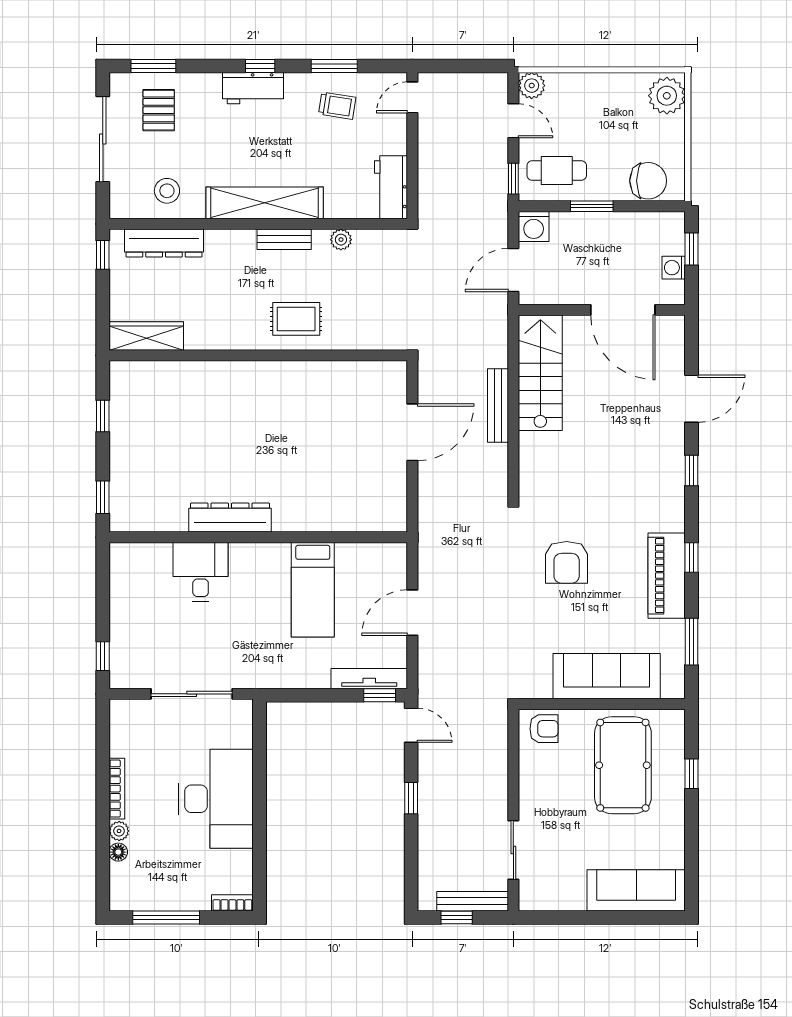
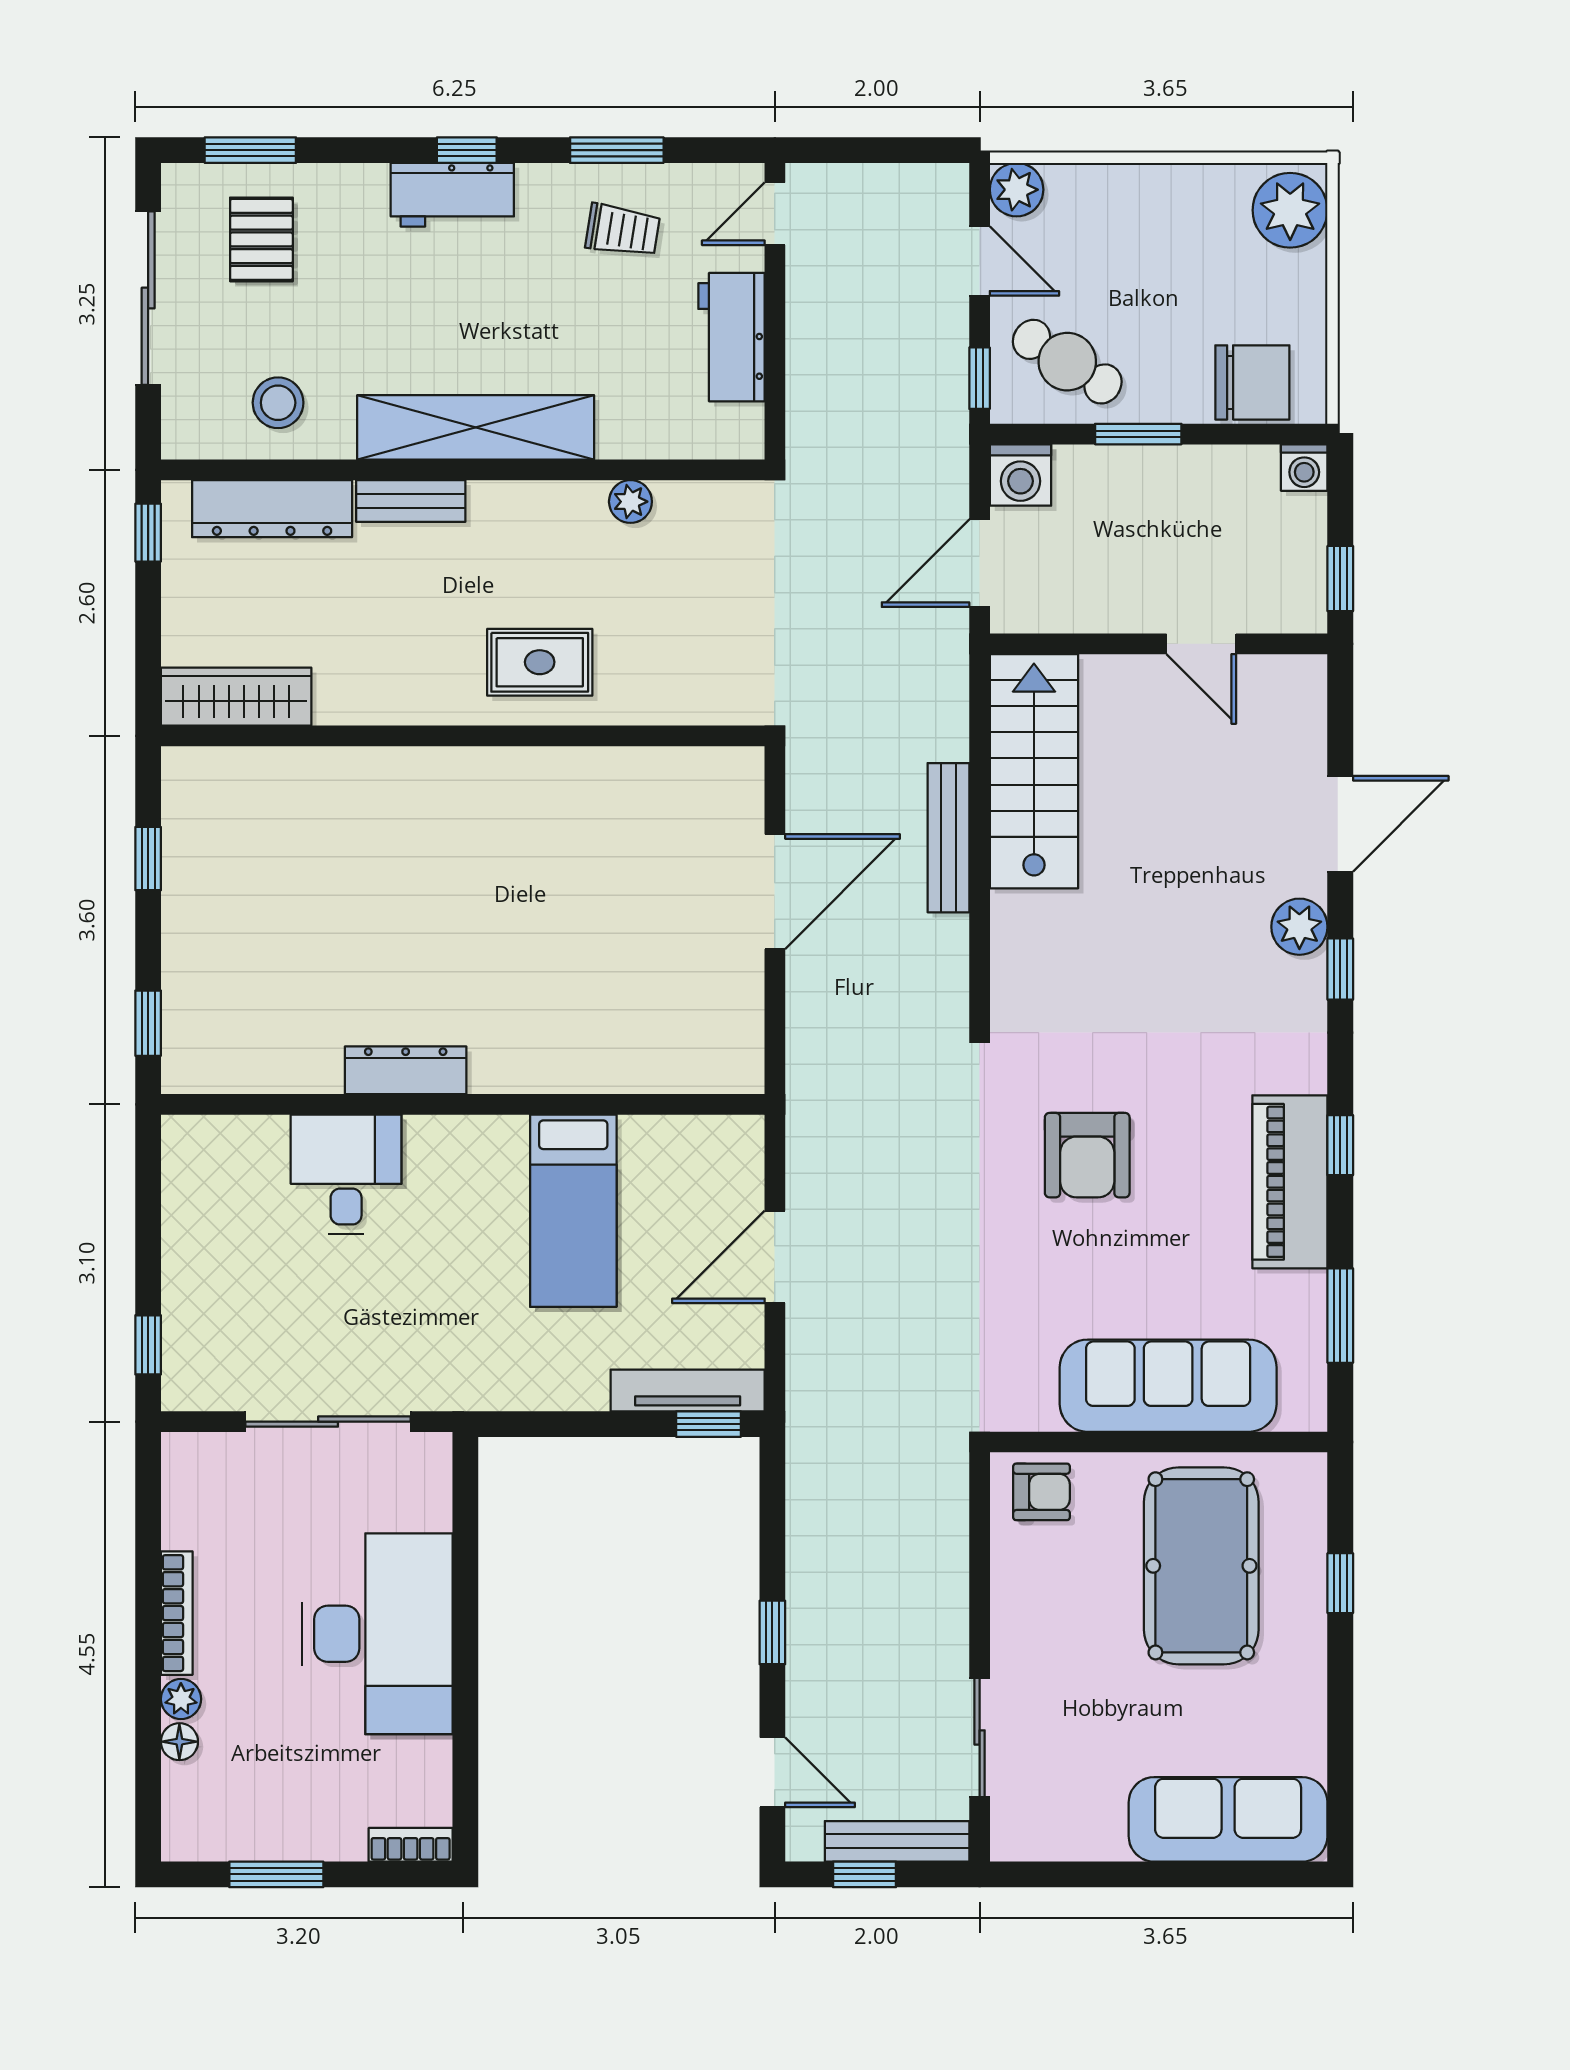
cafe table: (557, 170) -> (1067, 362), turned 32
workbench: (391, 187) -> (732, 337), moved
bench: (284, 239) -> (411, 501), moved
window: (692, 249) -> (1340, 579), moved
washing machine: (674, 268) -> (1304, 468), moved, turned -90
door: (623, 310) -> (1201, 644), width x0.53
plant: (671, 450) -> (1299, 927), added
dresser: (230, 518) -> (406, 1070), width x0.73, depth x0.80
door: (411, 725) -> (772, 1772), moved
window: (166, 918) -> (276, 1874), width x0.69

